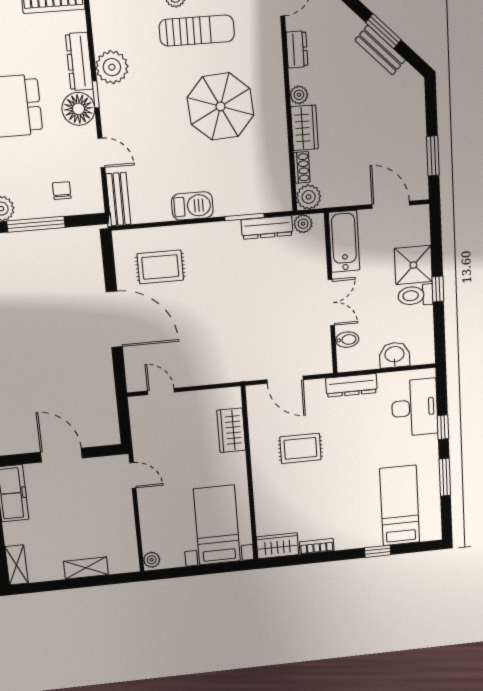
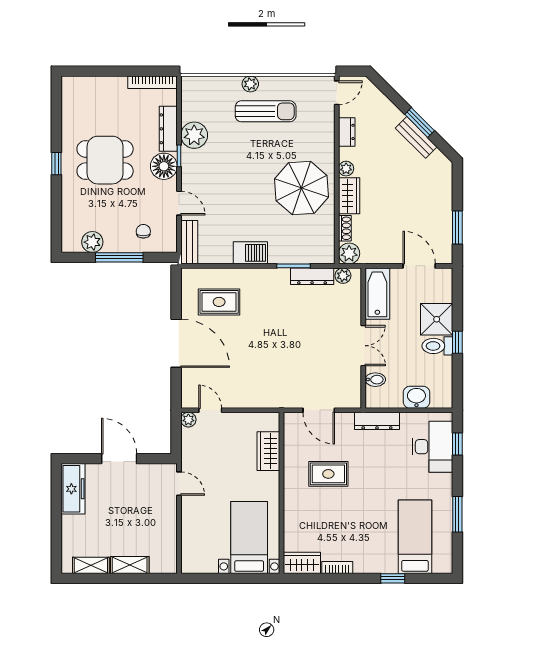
parasol: (221, 106) -> (301, 188), moved
window: (443, 427) -> (457, 444), moved
plant: (152, 560) -> (188, 420), moved
shelving: (17, 565) -> (91, 565), moved, turned 90

